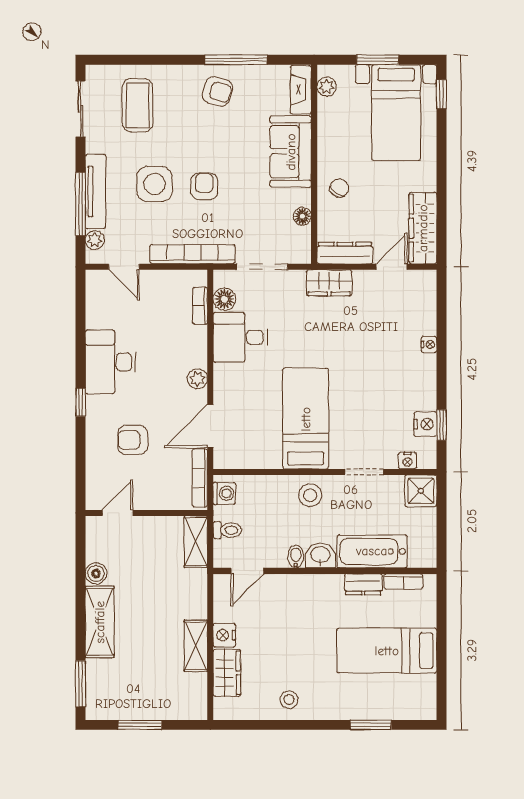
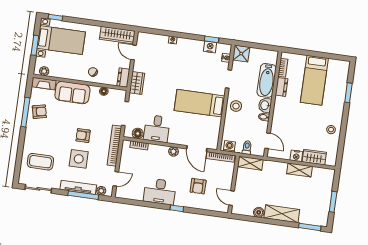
armchair: (217, 91) -> (39, 112), moved, turned 61
dresser: (345, 253) -> (123, 78), width x0.70

